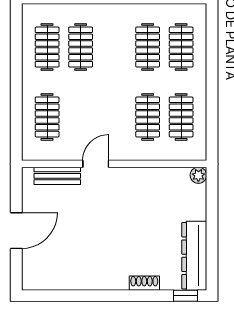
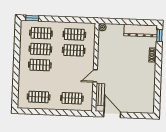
window: (212, 27) -> (32, 18), added
clothes rail: (81, 47) -> (40, 65), moved
door: (96, 164) -> (95, 76), hinge flipped
door: (16, 231) -> (112, 114), moved

